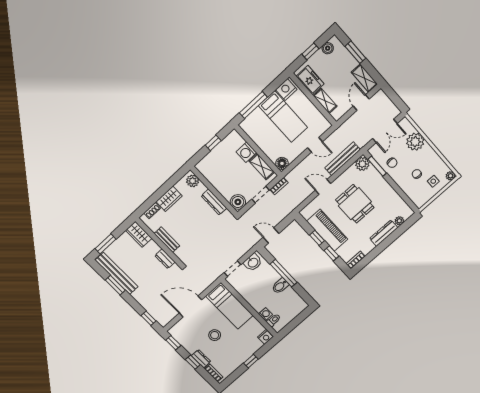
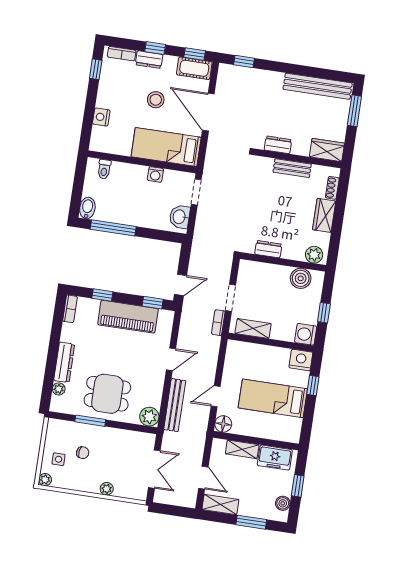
nightstand: (286, 90) -> (301, 360), moved, turned -90
window: (253, 105) -> (313, 385), width x0.46
double door: (385, 131) -> (154, 469), swing flipped
plant: (415, 142) -> (107, 489), width x0.53, depth x0.53
washing machine: (246, 152) -> (306, 334), moved, turned -90
floor lamp: (282, 163) -> (223, 424), moved
chair: (392, 163) -> (119, 443), removed
window: (377, 166) -> (90, 421), moved
dresser: (214, 202) -> (268, 249), width x0.70
boiler: (238, 202) -> (301, 278), moved
dining table: (355, 204) -> (107, 394), moved
door: (271, 235) -> (180, 285), moved
window: (317, 238) -> (153, 303), moved
window: (284, 273) -> (113, 228), moved
window: (115, 285) -> (309, 71), removed
bidet: (280, 286) -> (87, 208), moved
door: (190, 306) -> (208, 112), swing flipped
washing machine: (265, 314) -> (155, 174), moved
cot: (180, 336) -> (194, 68), added
nightstand: (265, 337) -> (101, 117), moved
window: (251, 361) -> (96, 69), moved

